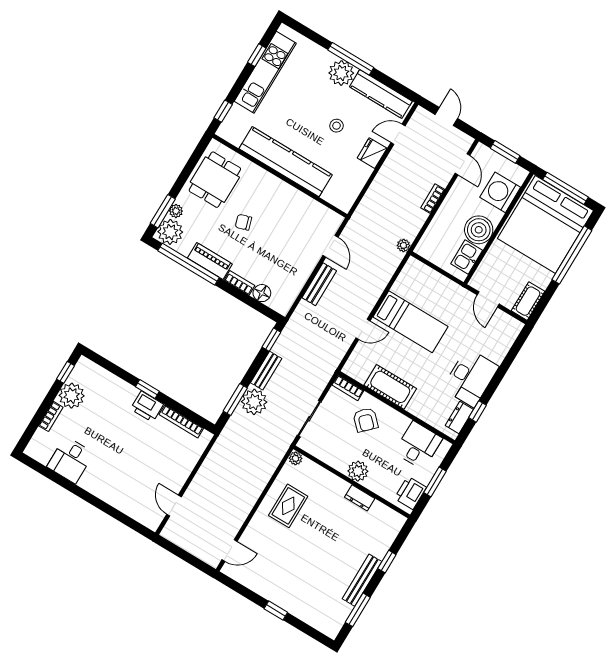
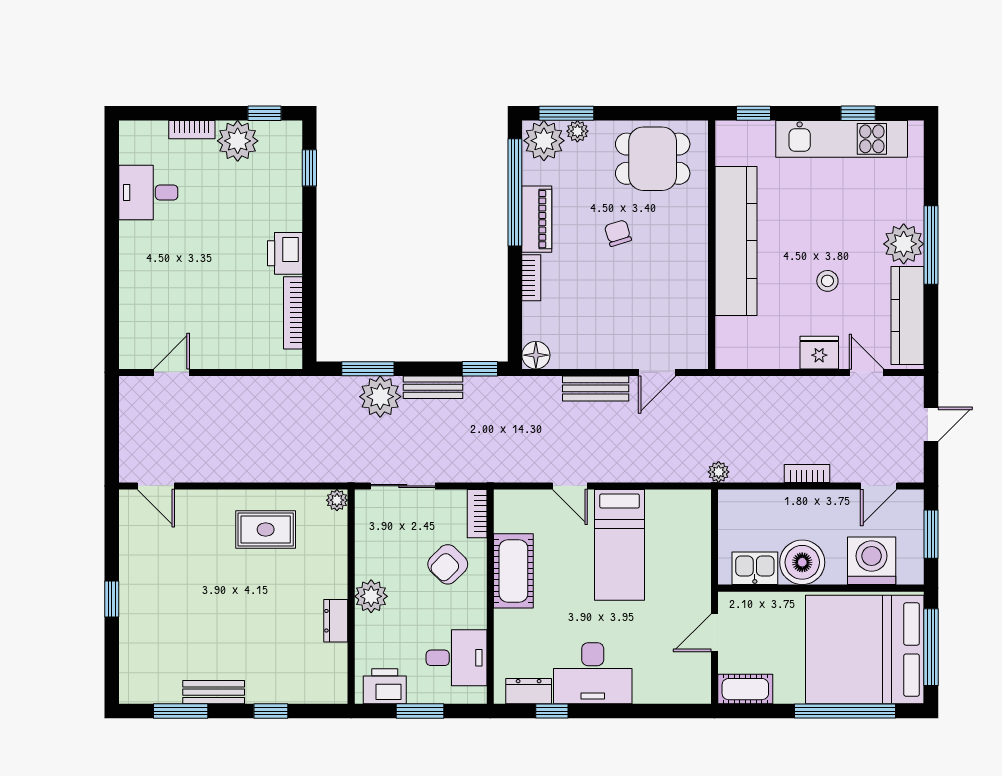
floor lamp: (262, 293) -> (536, 355), moved
window: (147, 389) -> (309, 168), moved
bench: (362, 580) -> (214, 692), width x0.73

